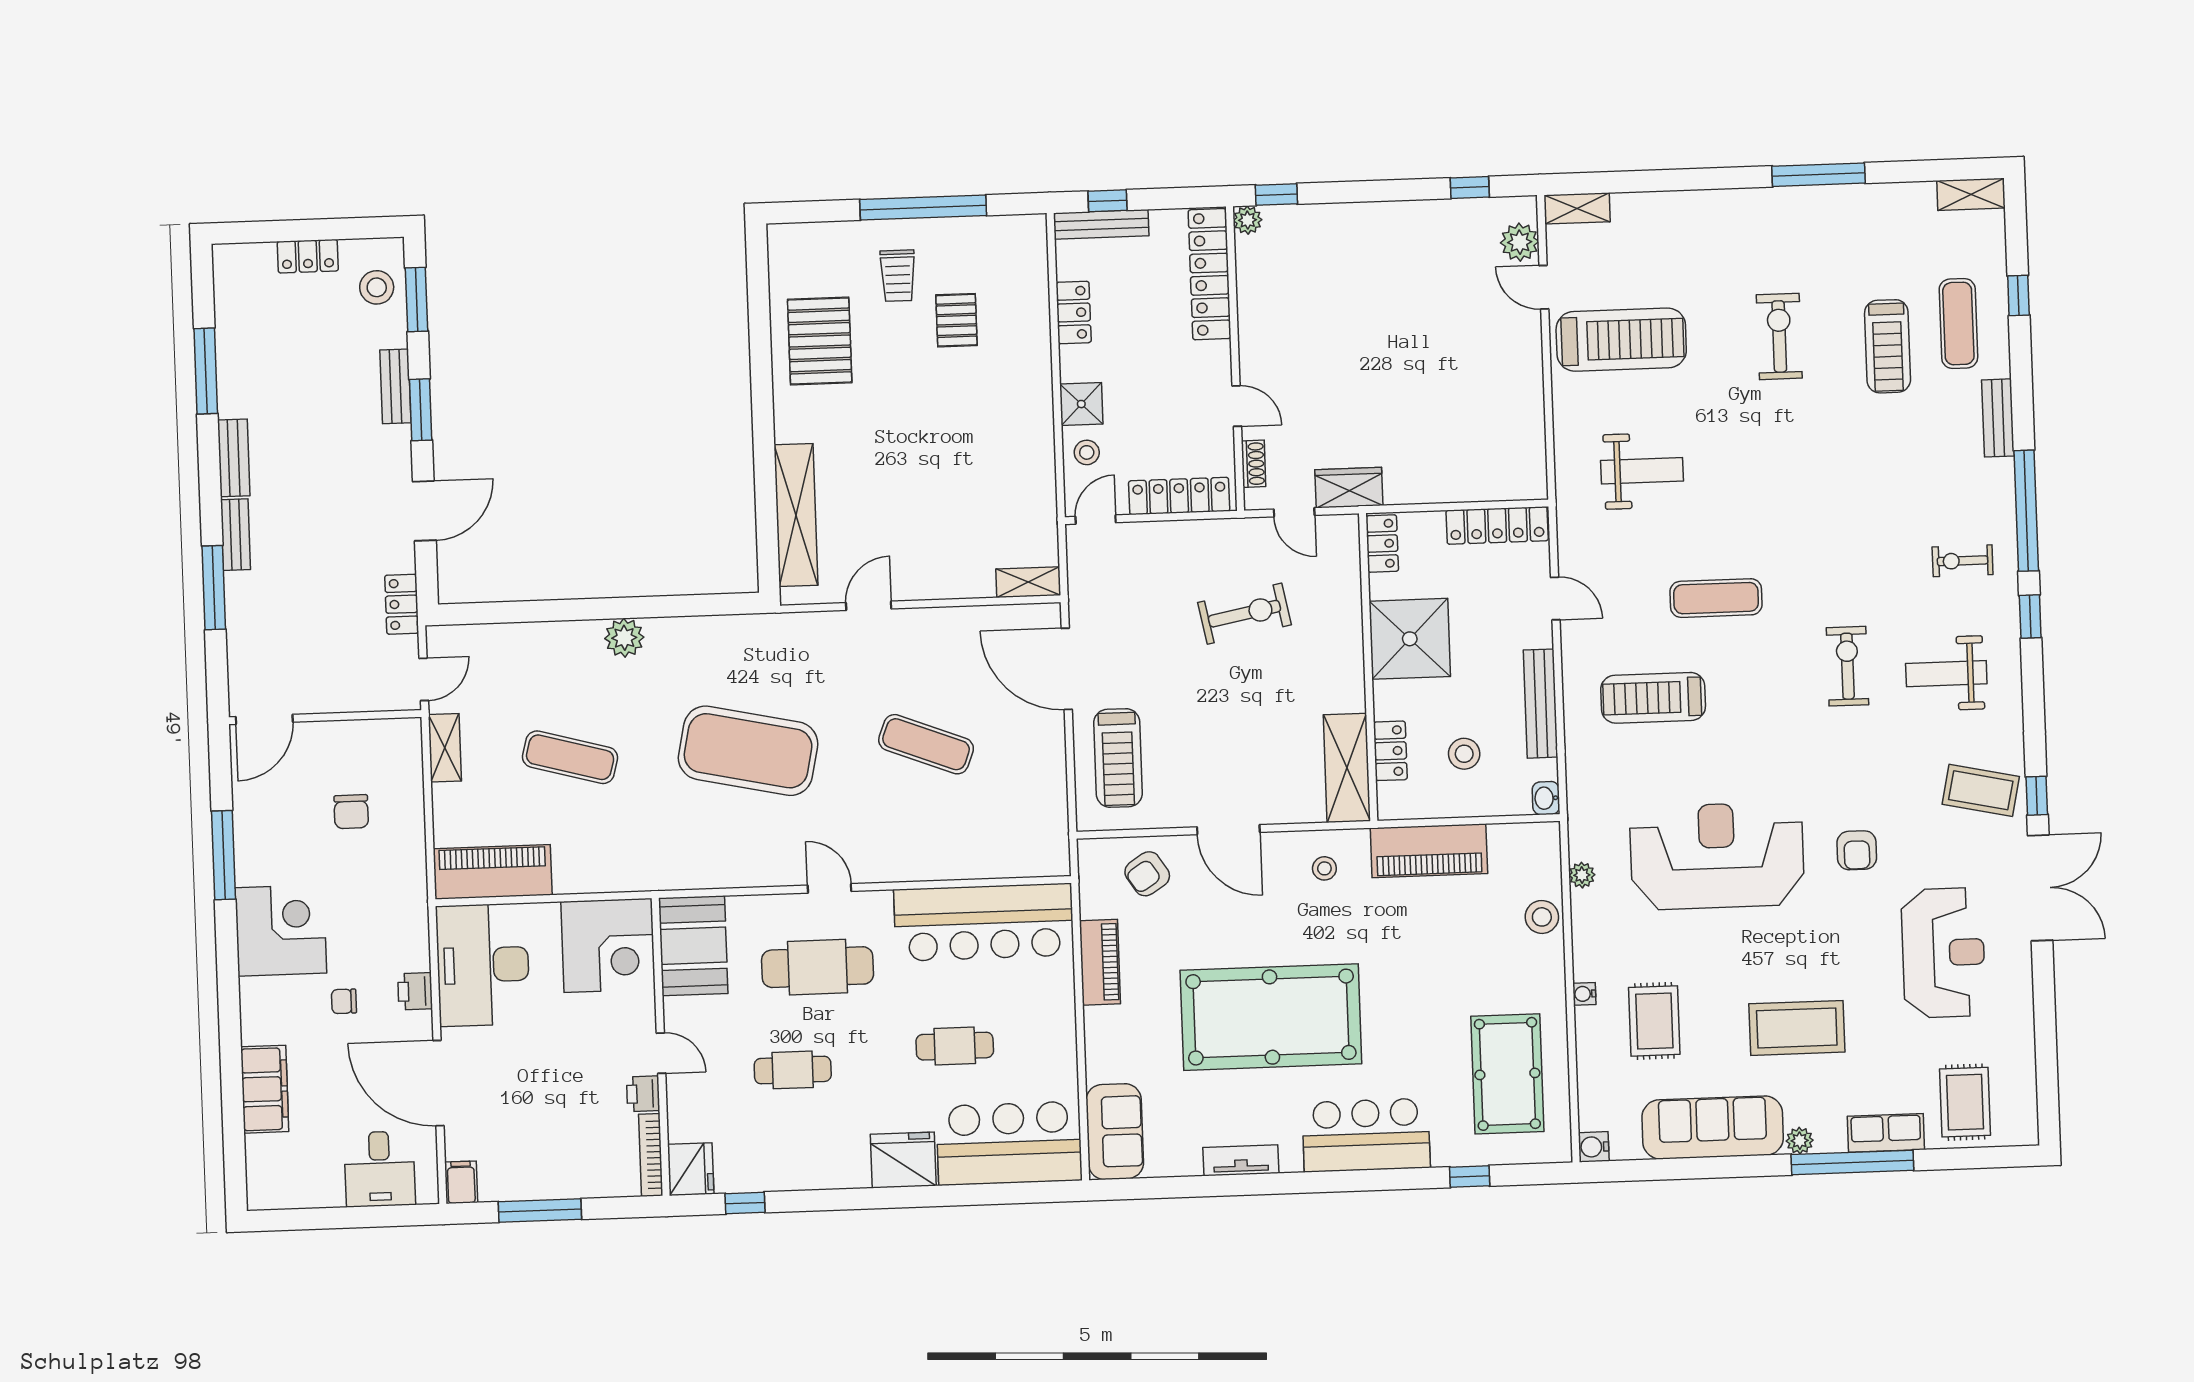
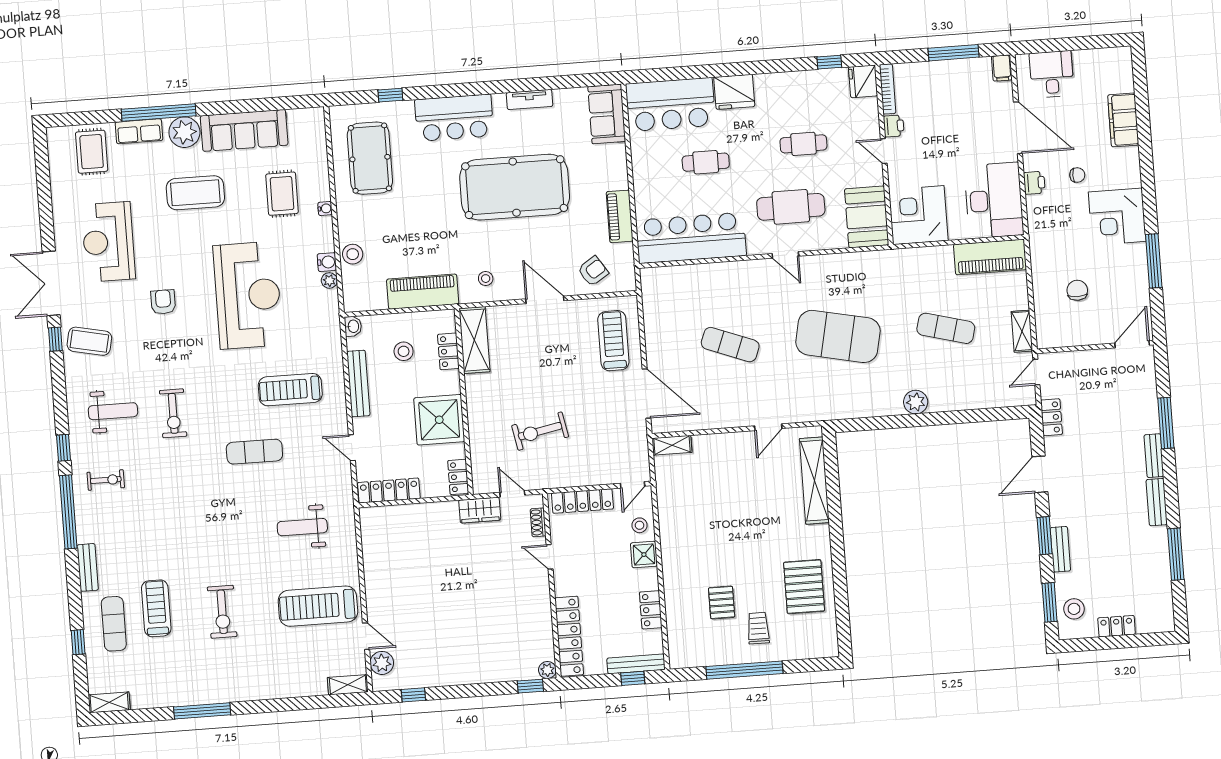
treadmill: (1653, 698) -> (290, 390), turned 180
reception desk: (1717, 856) -> (248, 295), turned -90
plant: (1800, 1141) -> (184, 132), width x1.87, depth x1.87
water cooler: (1594, 1147) -> (327, 262), moved

